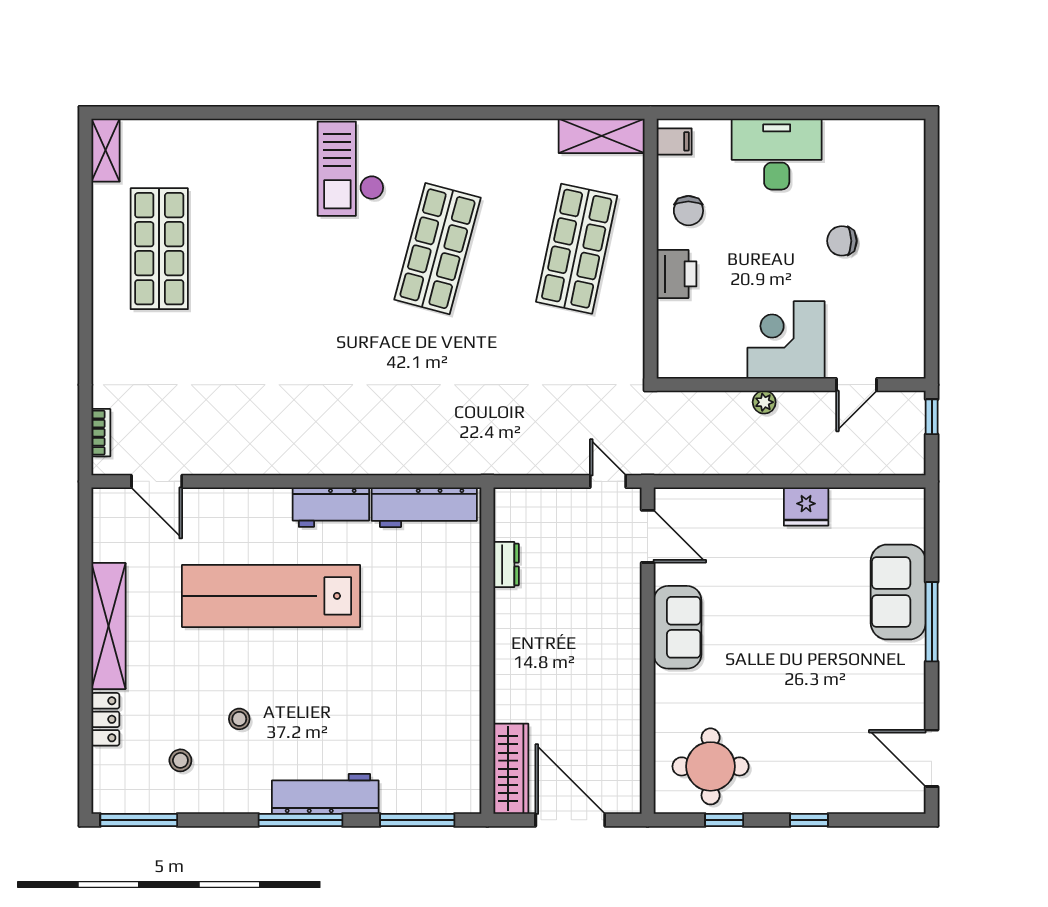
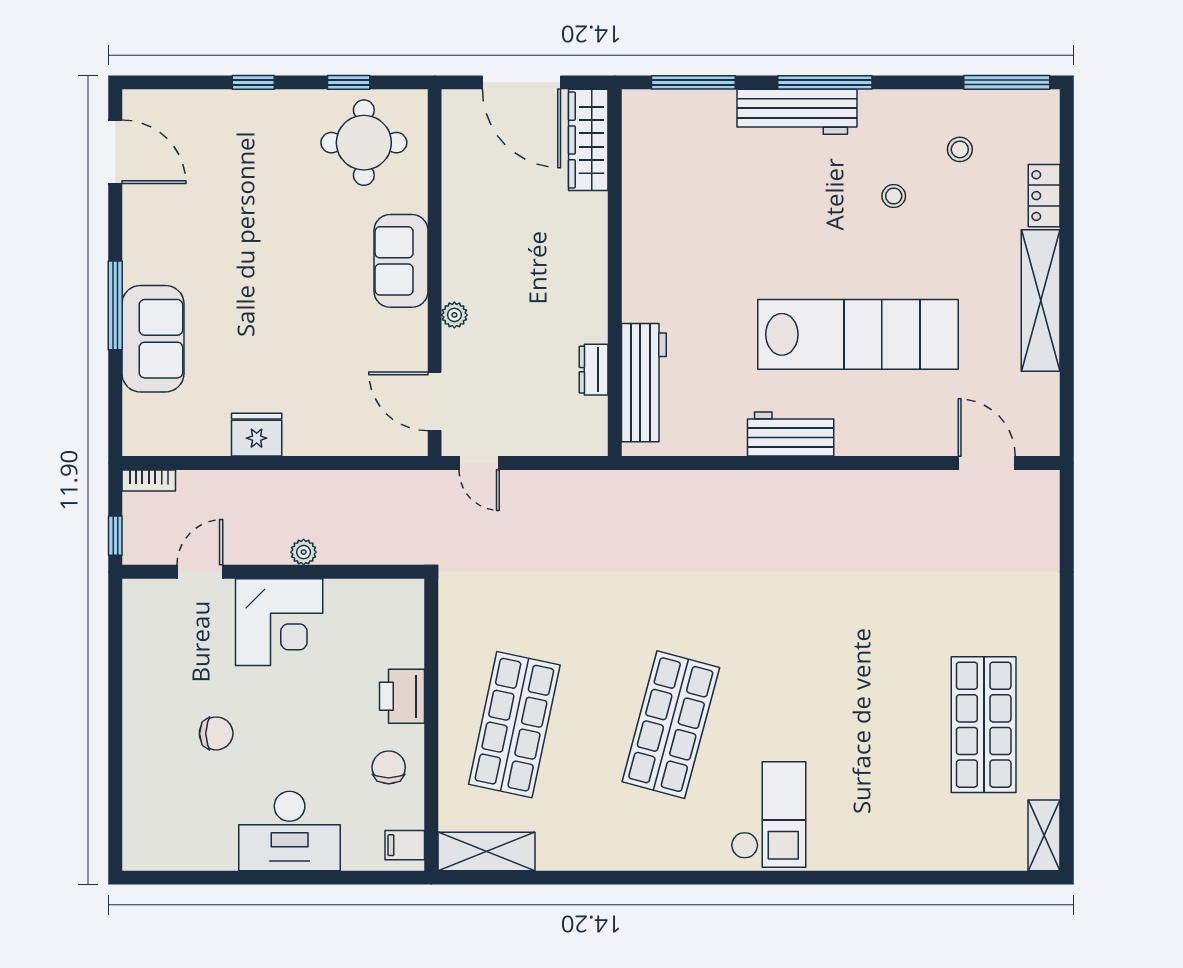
bookcase: (101, 433) -> (149, 480), moved, turned -90
workbench: (424, 507) -> (644, 383), moved, turned 90
plant: (630, 613) -> (454, 315), added
sofa: (677, 627) -> (401, 261), moved

